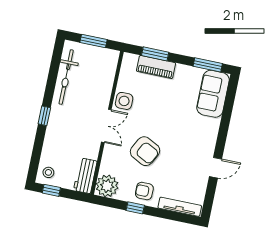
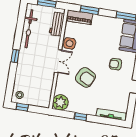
piano: (156, 67) -> (79, 17), moved
workbench: (85, 176) -> (57, 24), moved
armchair: (144, 191) -> (115, 64), moved

